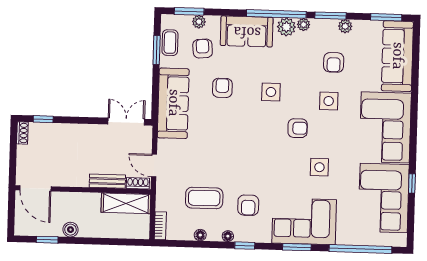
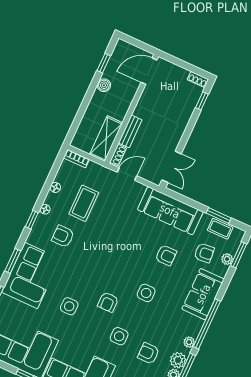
plant: (286, 27) -> (178, 360), moved

